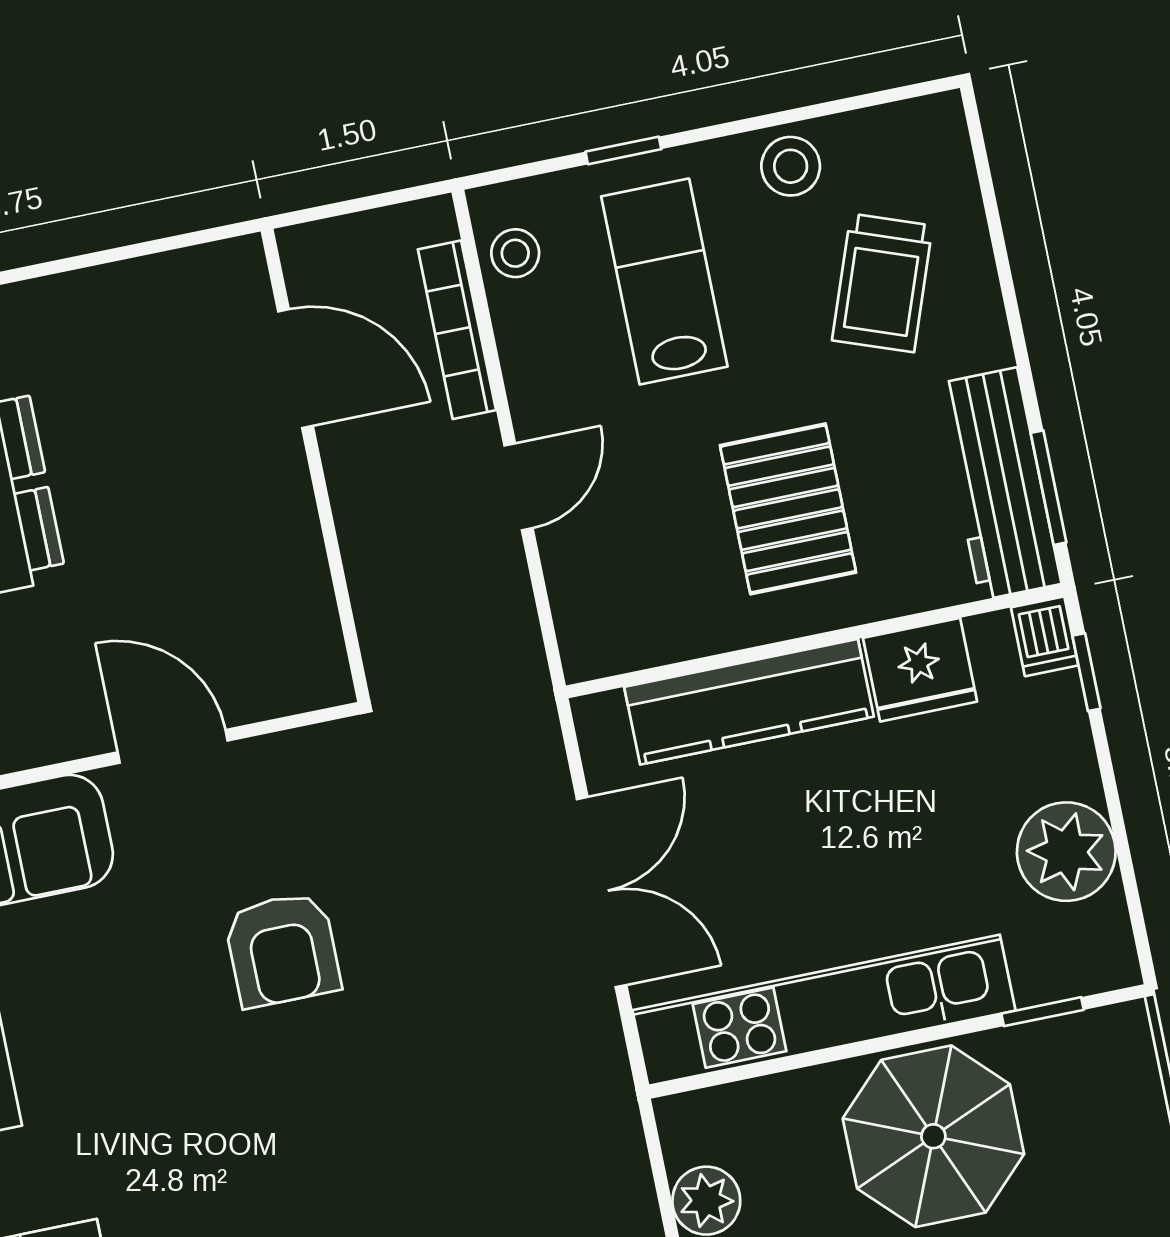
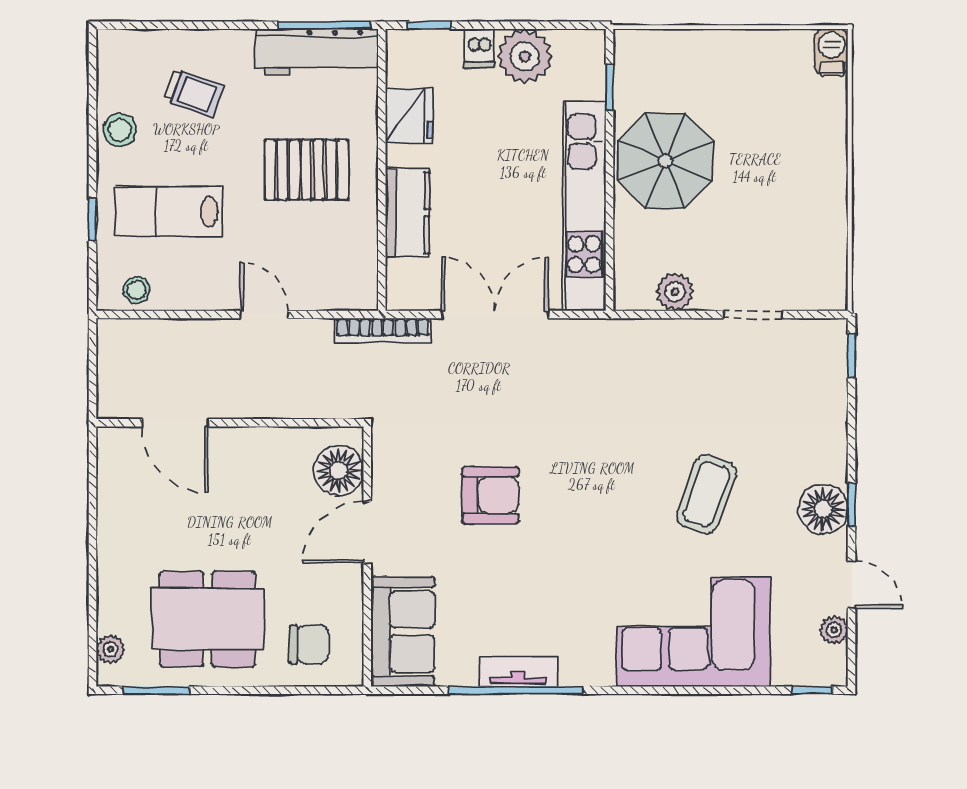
trolley: (882, 283) -> (194, 93), width x0.73, depth x0.72
bookcase: (457, 330) -> (383, 330), moved
door: (295, 369) -> (175, 423), swing flipped
window: (1049, 488) -> (324, 25), width x1.44
dishwasher: (1045, 636) -> (479, 48), moved, turned 90
floor lamp: (271, 674) -> (339, 471), added
kitchen counter: (749, 702) -> (407, 213), width x0.67

